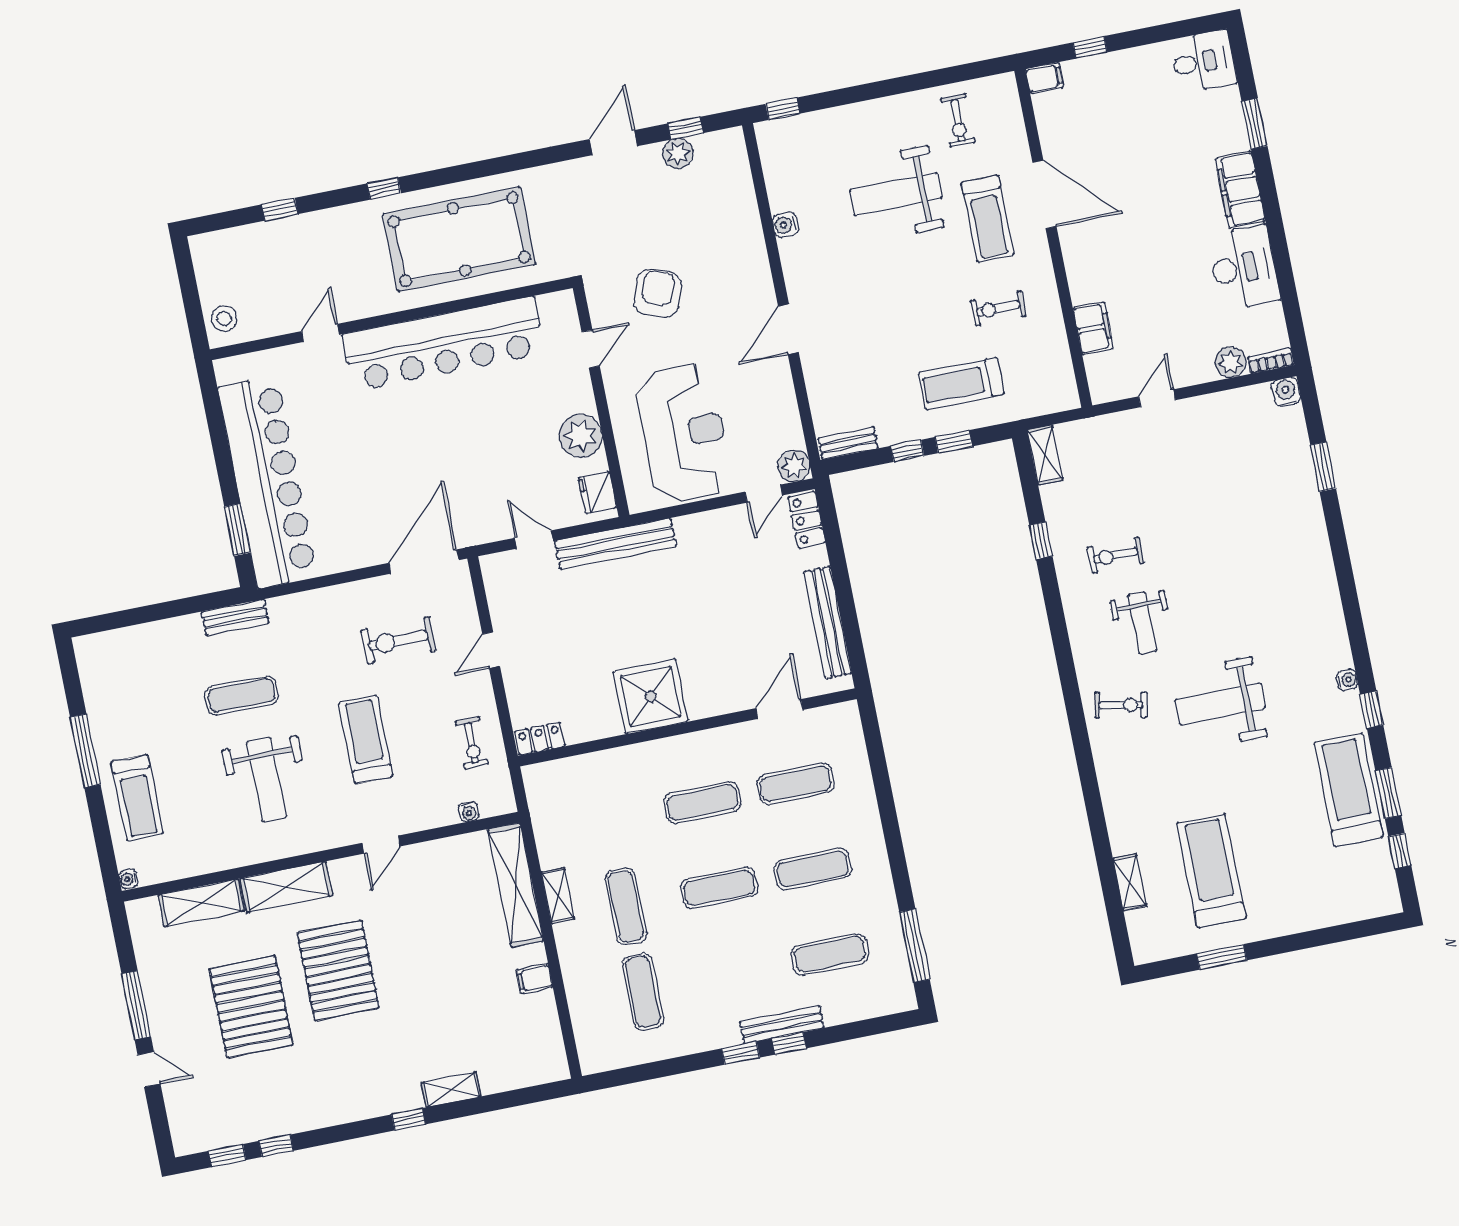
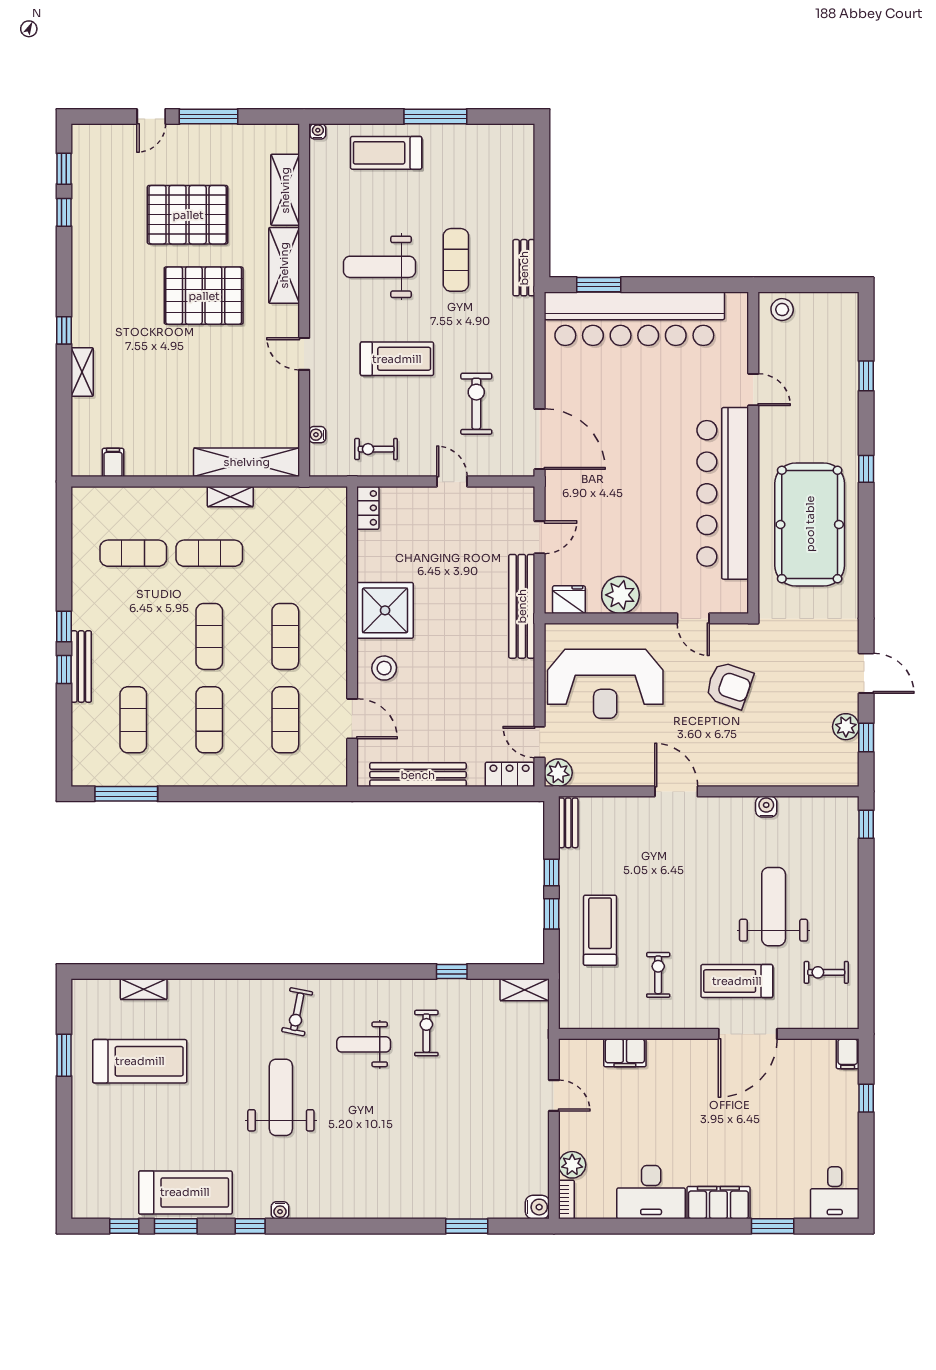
stool: (716, 684) -> (384, 668), added
filing cabinet: (535, 979) -> (113, 462), moved

